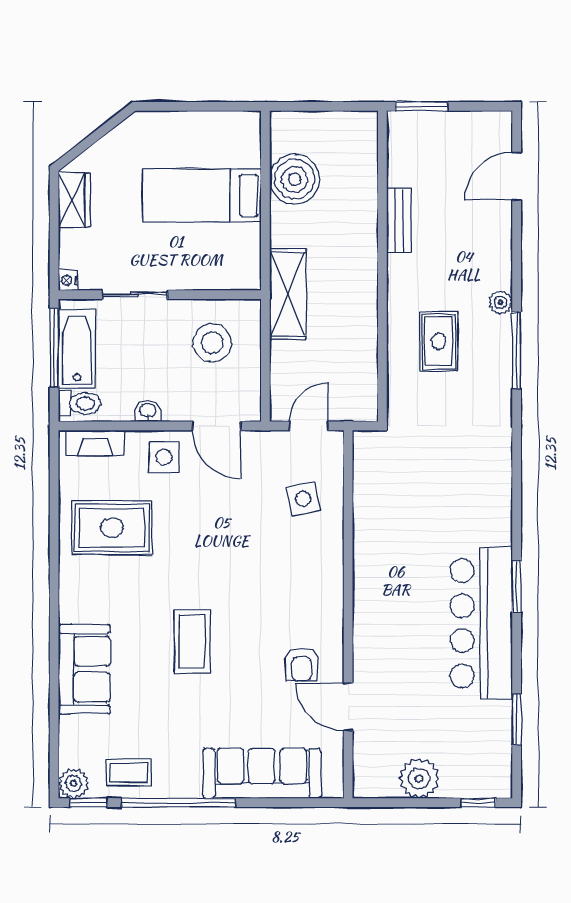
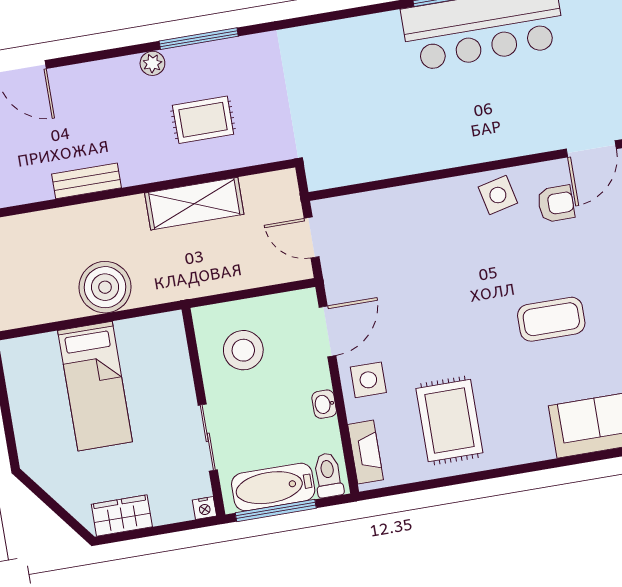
boiler: (295, 179) -> (105, 287), moved
shelving: (288, 294) -> (194, 204), moved
side table: (303, 499) -> (498, 195), moved

